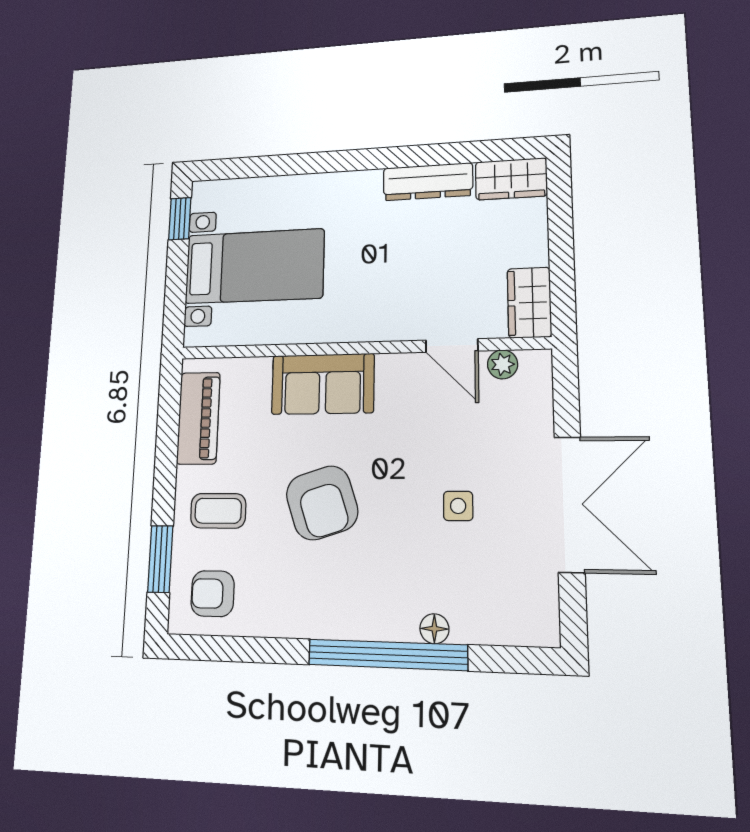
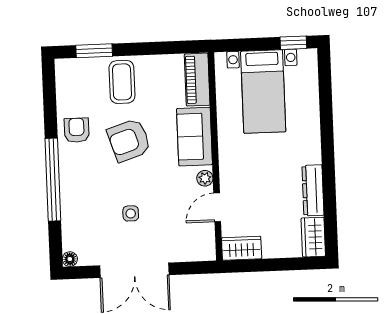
plant: (503, 364) -> (205, 178), moved
piano: (198, 418) -> (197, 80), moved, turned 90
coffee table: (218, 511) -> (122, 82), width x1.36, depth x1.30
armchair: (213, 594) -> (77, 130), moved
floor lamp: (434, 629) -> (70, 259), moved

